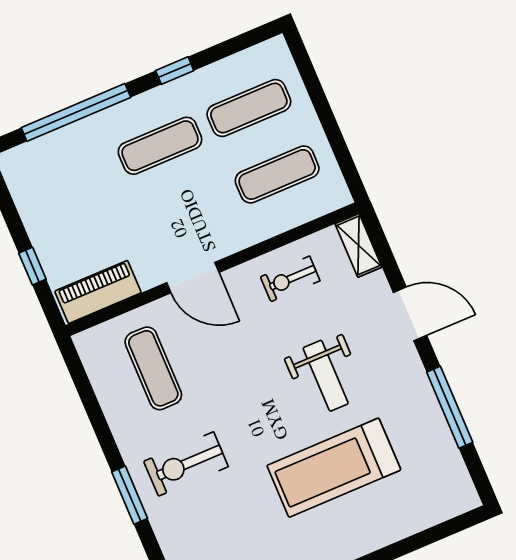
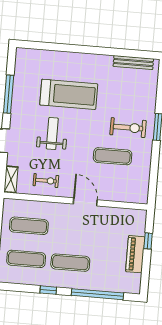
piano: (98, 292) -> (135, 254), moved, turned 90
exercise mat: (153, 368) -> (113, 156), moved, turned 90

